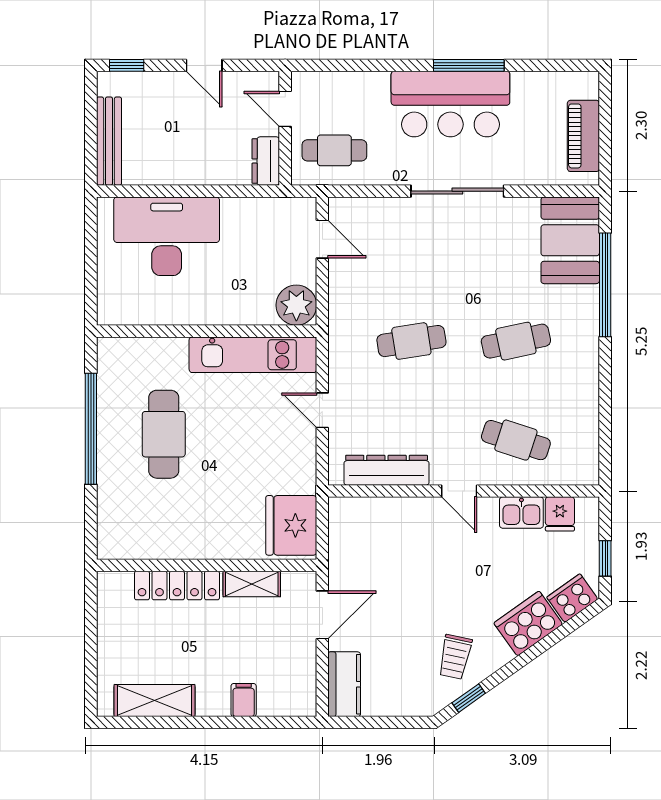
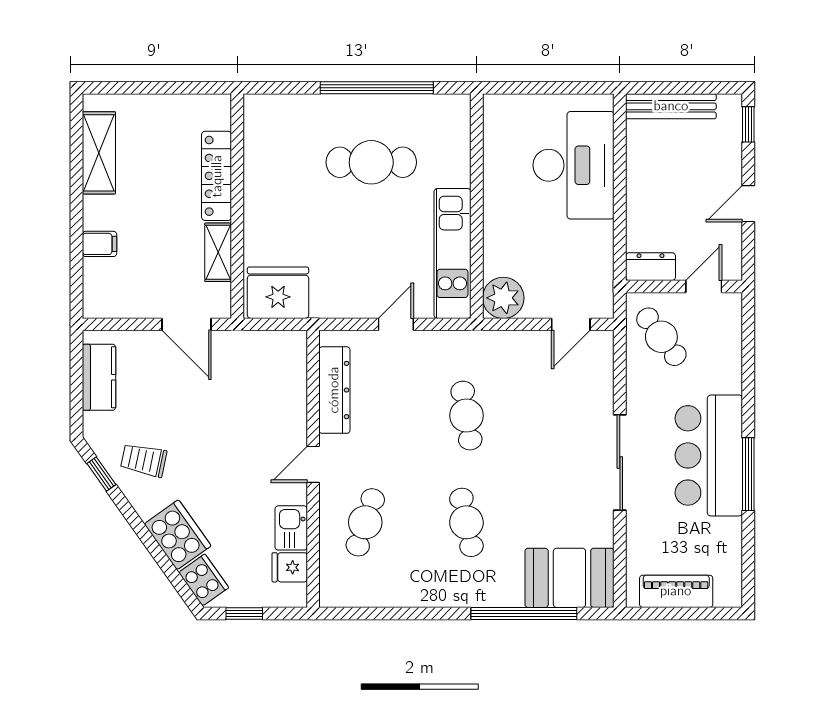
cafe table: (334, 150) -> (661, 337), turned -37
kitchen counter: (344, 684) -> (99, 377), moved, turned -90

